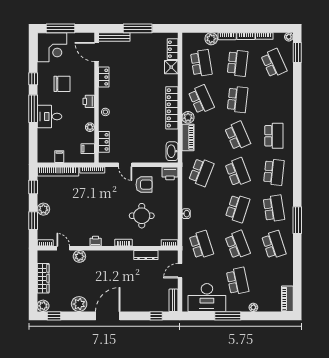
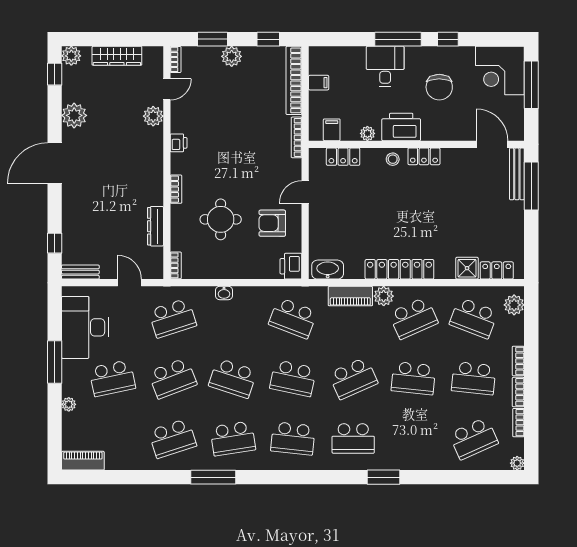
window: (138, 28) -> (531, 186), moved
plant: (211, 39) -> (514, 305), moved
door: (96, 52) -> (492, 144), hinge flipped
window: (297, 52) -> (383, 477), moved
school desk: (201, 63) -> (474, 318), turned 30
locker: (104, 77) -> (424, 156), moved
printer: (89, 101) -> (401, 127), width x1.87, depth x1.48
school desk: (238, 172) -> (293, 378), turned 33
armchair: (144, 185) -> (272, 223), turned 90
door: (108, 316) -> (55, 163), swing flipped

